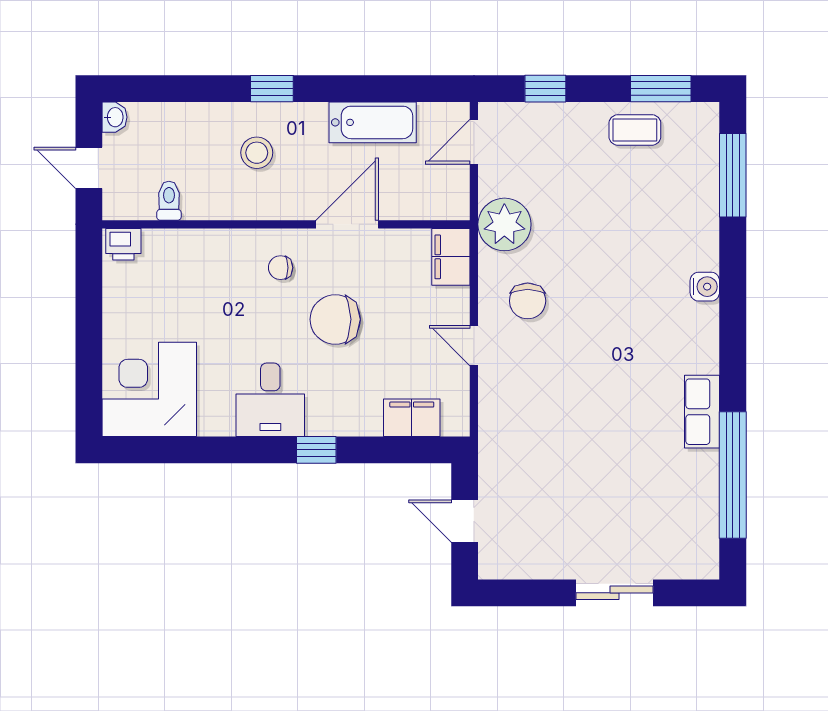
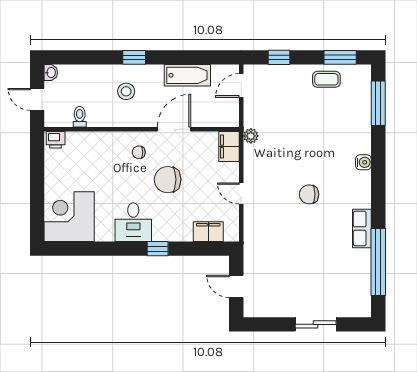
plant: (504, 224) -> (251, 136), width x0.53, depth x0.53
chair: (528, 301) -> (309, 194), moved, turned 90

